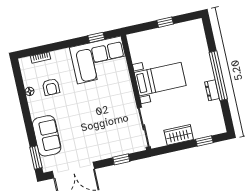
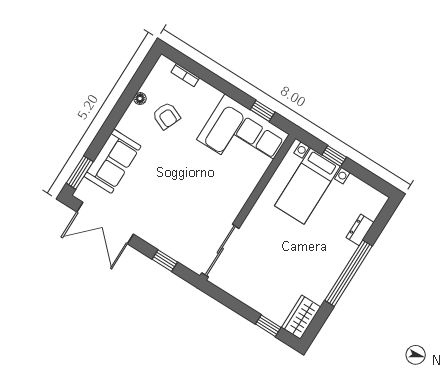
window: (165, 22) -> (334, 156), moved
bed with nightstands: (160, 79) -> (307, 186), moved, turned 90
armchair: (51, 87) -> (166, 116), turned -67
dresser: (212, 90) -> (360, 230), moved
wardrobe: (179, 135) -> (301, 317), moved, turned -90

